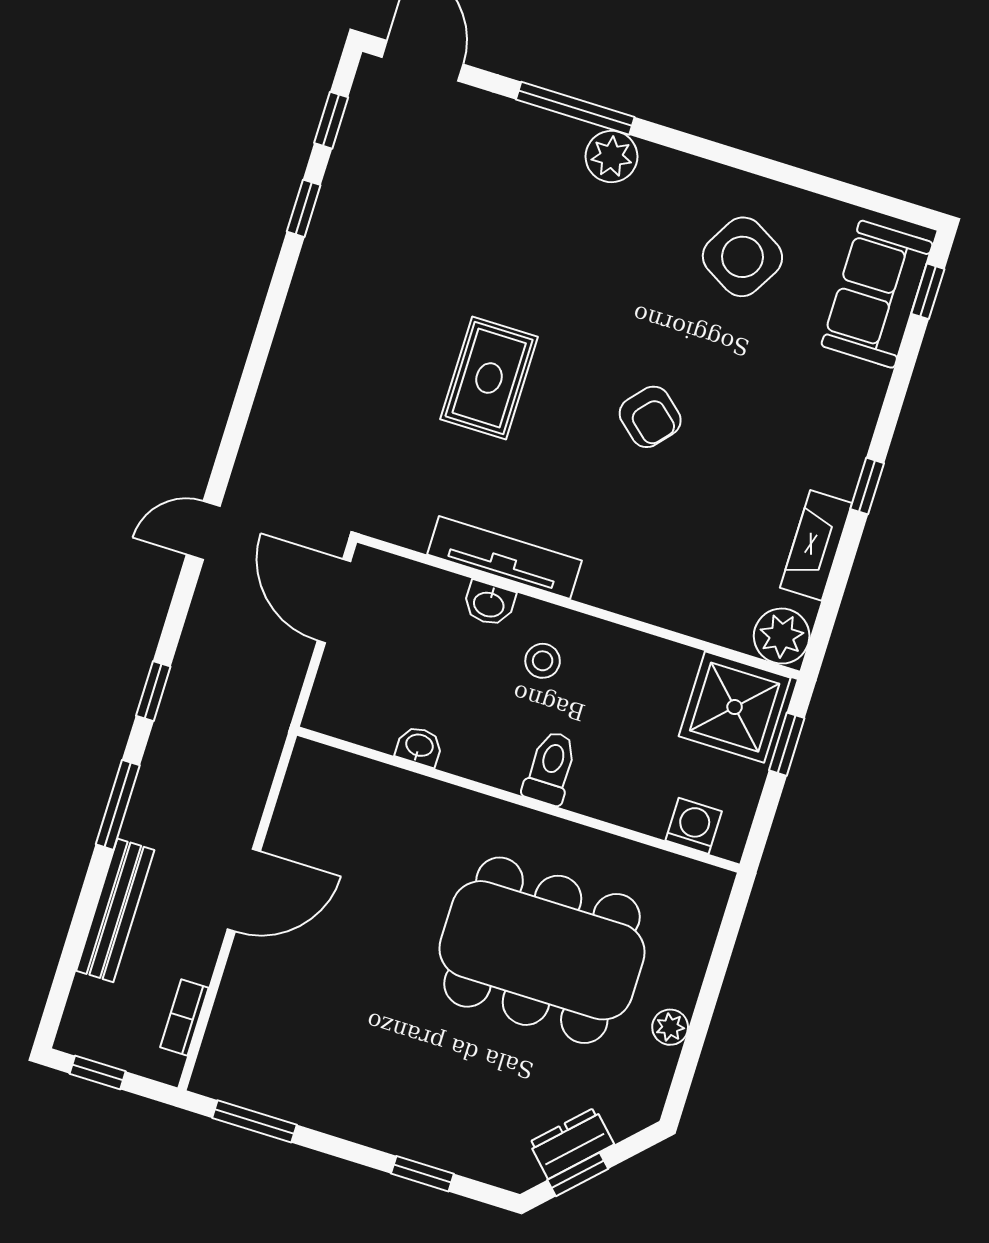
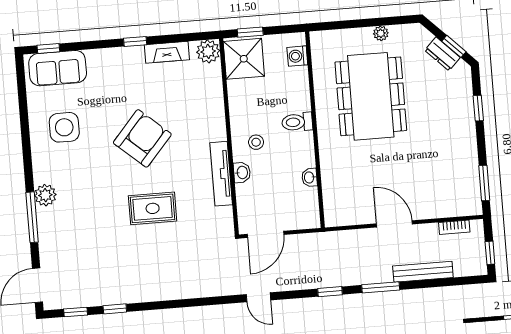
side table: (742, 257) -> (64, 127), turned -30
armchair: (650, 417) -> (142, 138), width x1.88, depth x1.88

